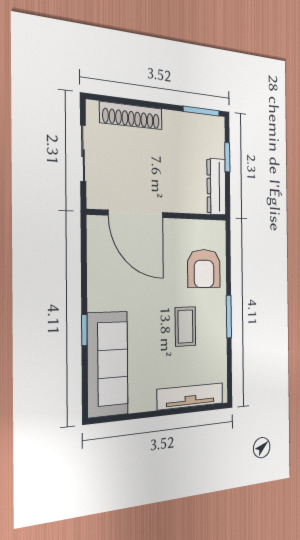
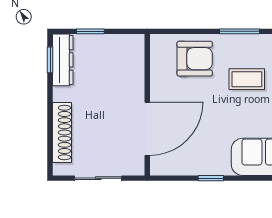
window: (201, 111) -> (50, 60), width x0.67
dresser: (216, 187) -> (63, 60), moved, turned -90
window: (84, 330) -> (211, 178), moved

